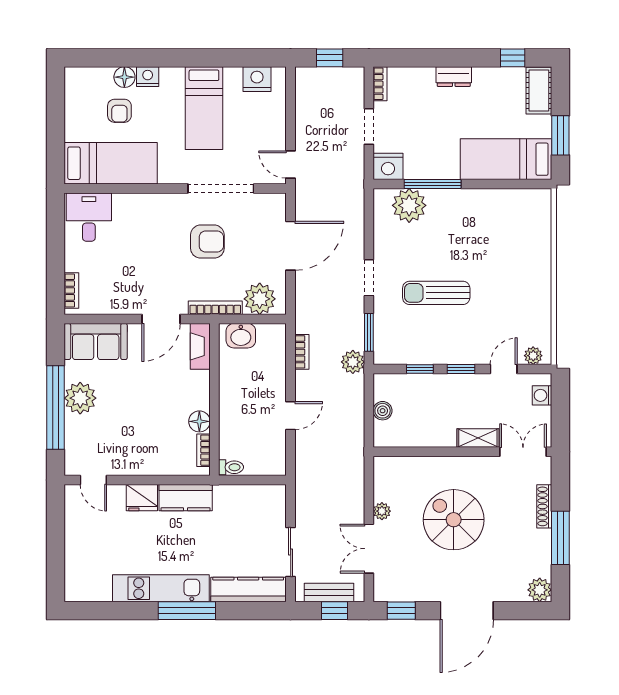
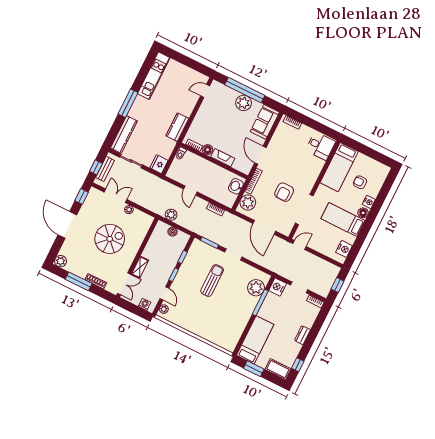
floor lamp: (124, 77) -> (363, 213), moved
fireplace: (200, 346) -> (223, 158), moved
plant: (353, 362) -> (171, 215), moved
fridge: (142, 498) -> (159, 164), moved
kitchen unit: (161, 588) -> (154, 76), moved

